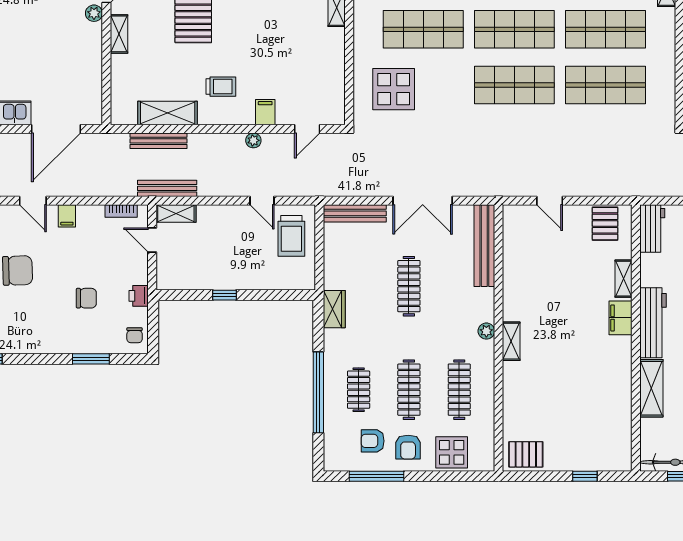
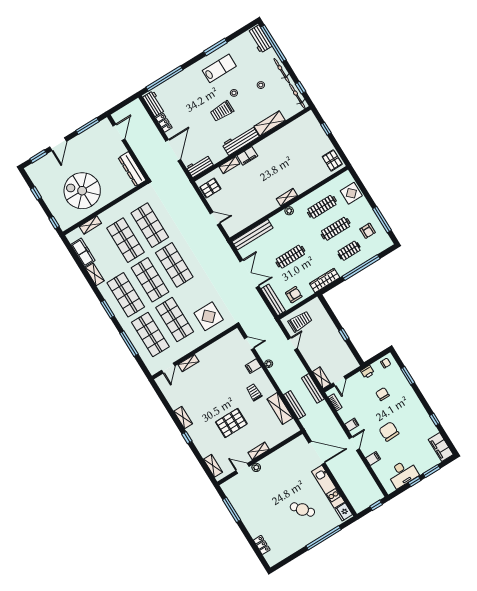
door: (550, 201) -> (215, 218), hinge flipped
wardrobe: (334, 309) -> (325, 281), width x1.50
armchair: (408, 447) -> (294, 295), moved

